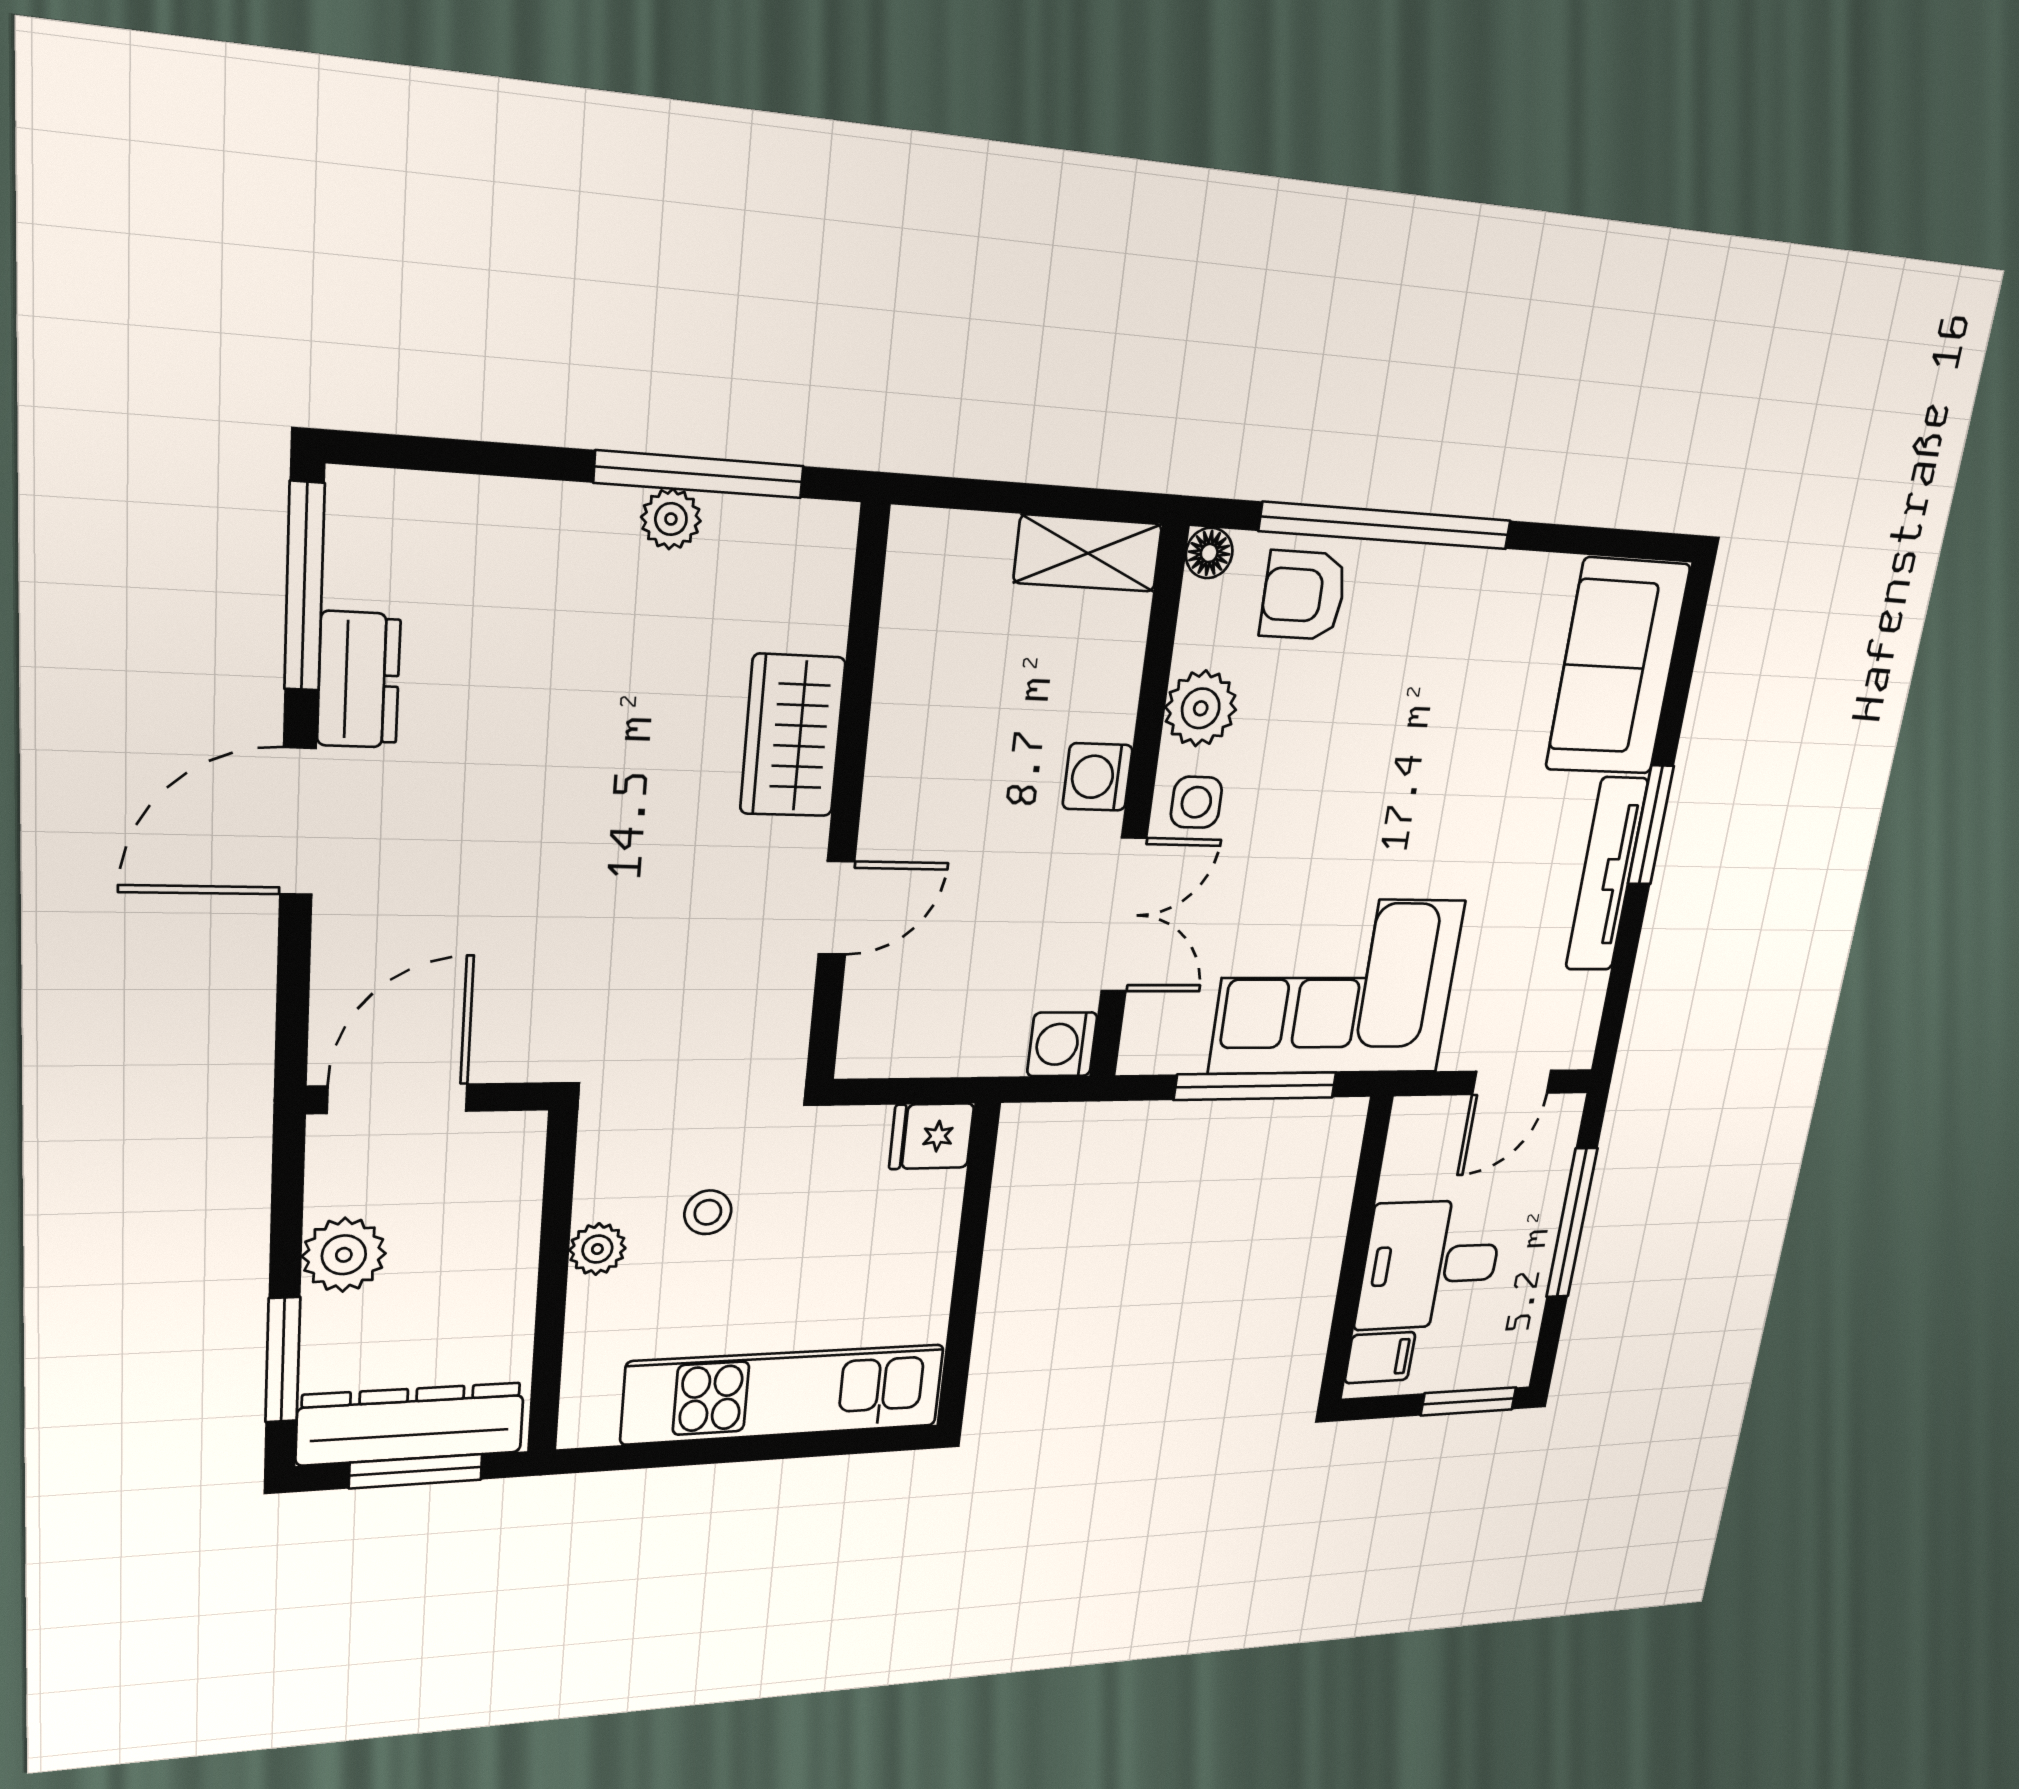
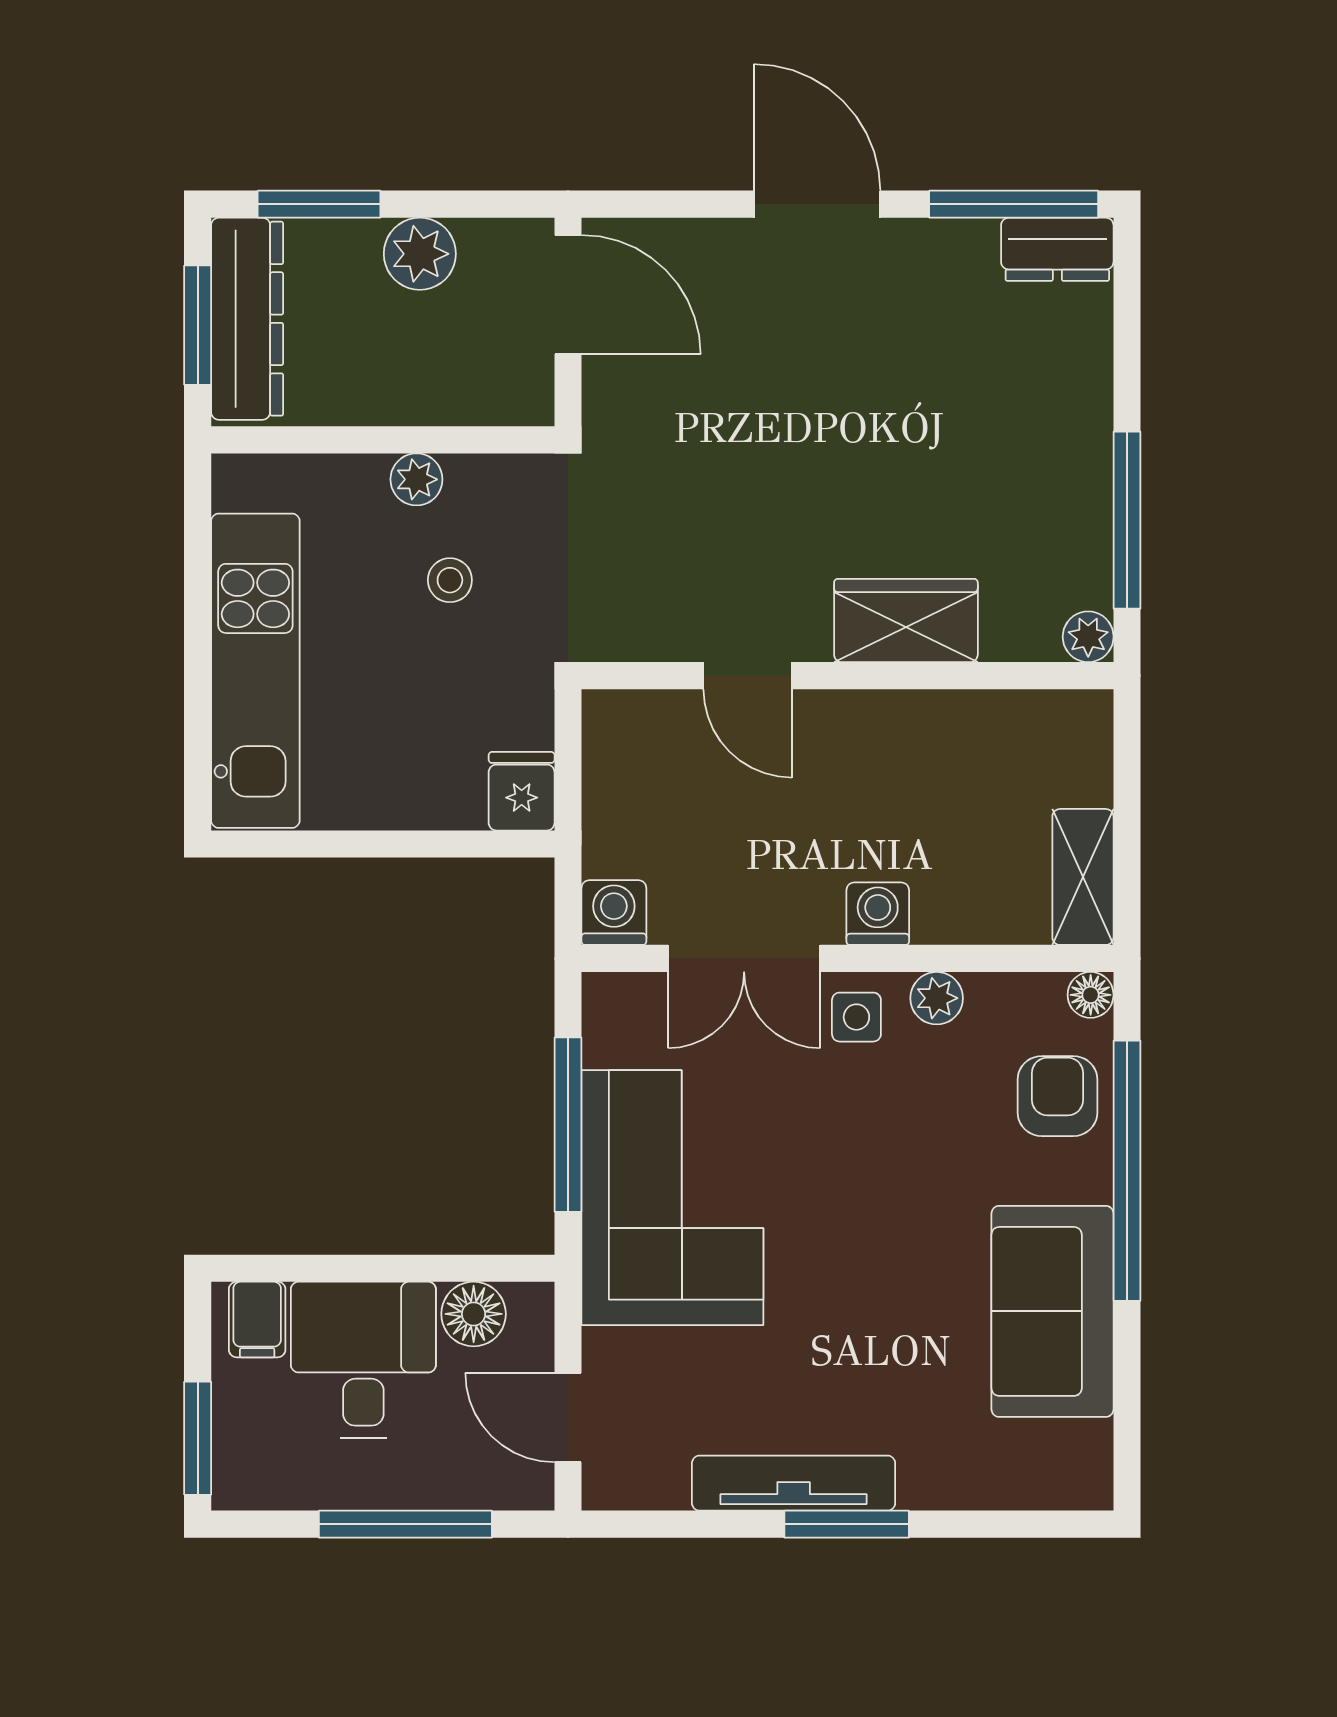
plant: (671, 519) -> (1088, 637), moved
sofa: (1618, 667) -> (1052, 1311), moved, turned -90
dresser: (359, 680) -> (1057, 249), moved
plant: (1201, 708) -> (937, 998), width x0.73, depth x0.73
floor lamp: (1409, 1169) -> (474, 1314), added

